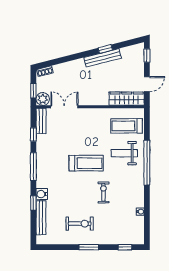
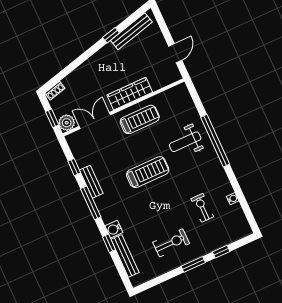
window: (147, 56) -> (161, 21), removed
bench: (103, 58) -> (131, 31), moved
wardrobe: (127, 99) -> (130, 94), moved
bench: (41, 121) -> (91, 182), moved
treadmill: (127, 126) -> (140, 119), moved, turned 180
exercise bike: (104, 192) -> (202, 208), moved
window: (125, 247) -> (221, 252), moved

